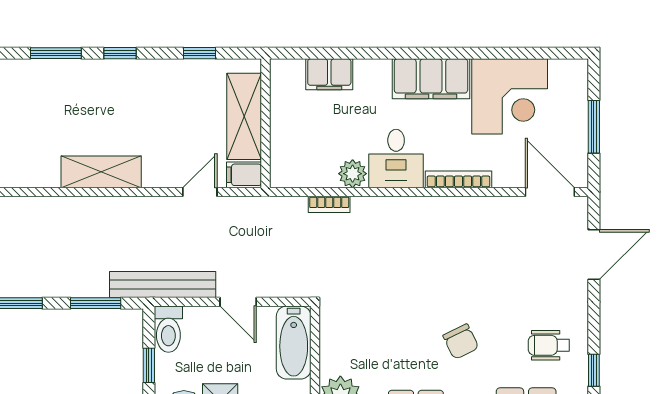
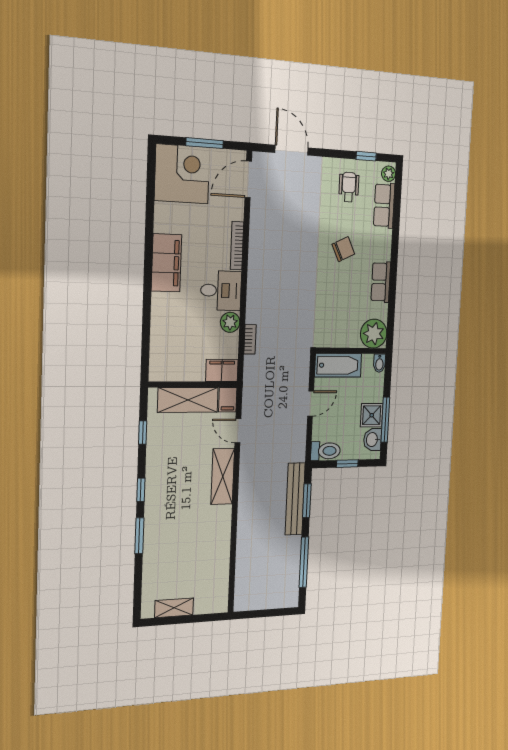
filing cabinet: (329, 74) -> (222, 370), moved, turned -90
corner desk: (510, 96) -> (182, 174), moved
shelving: (101, 172) -> (223, 476), moved
bench: (163, 285) -> (295, 499), moved
wheelchair: (549, 345) -> (349, 187), turned 180

